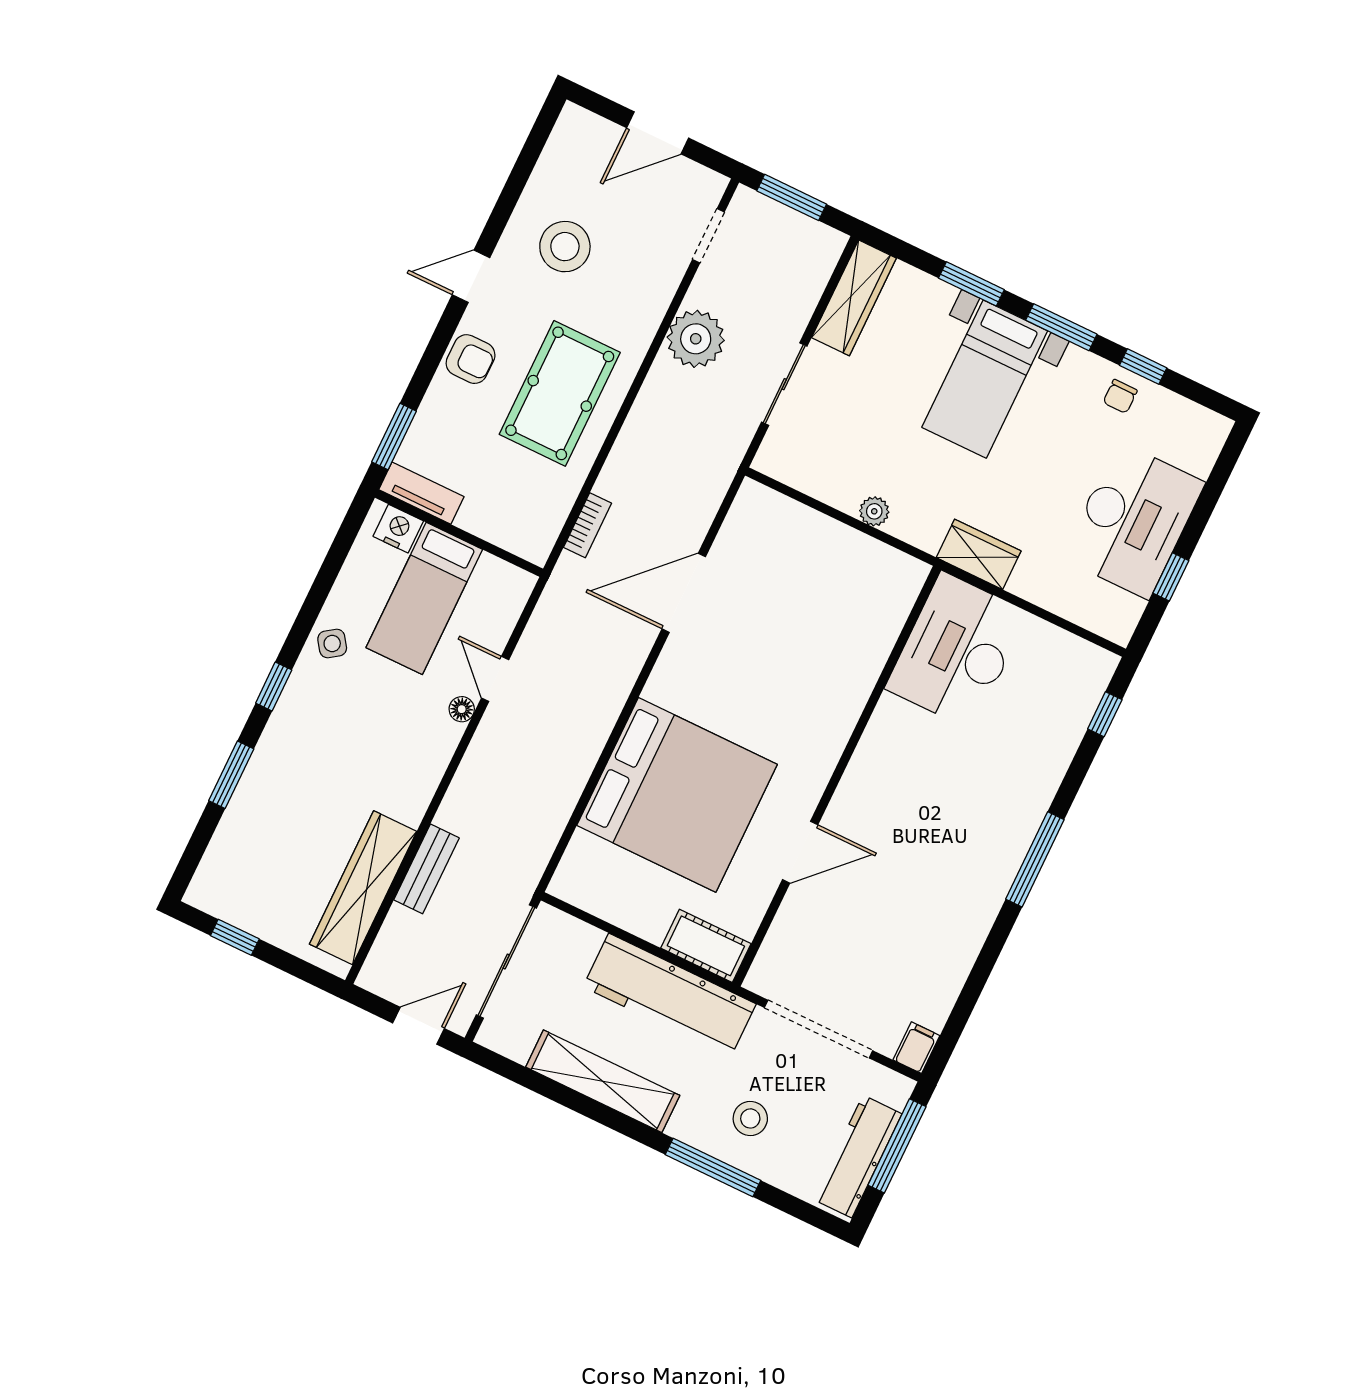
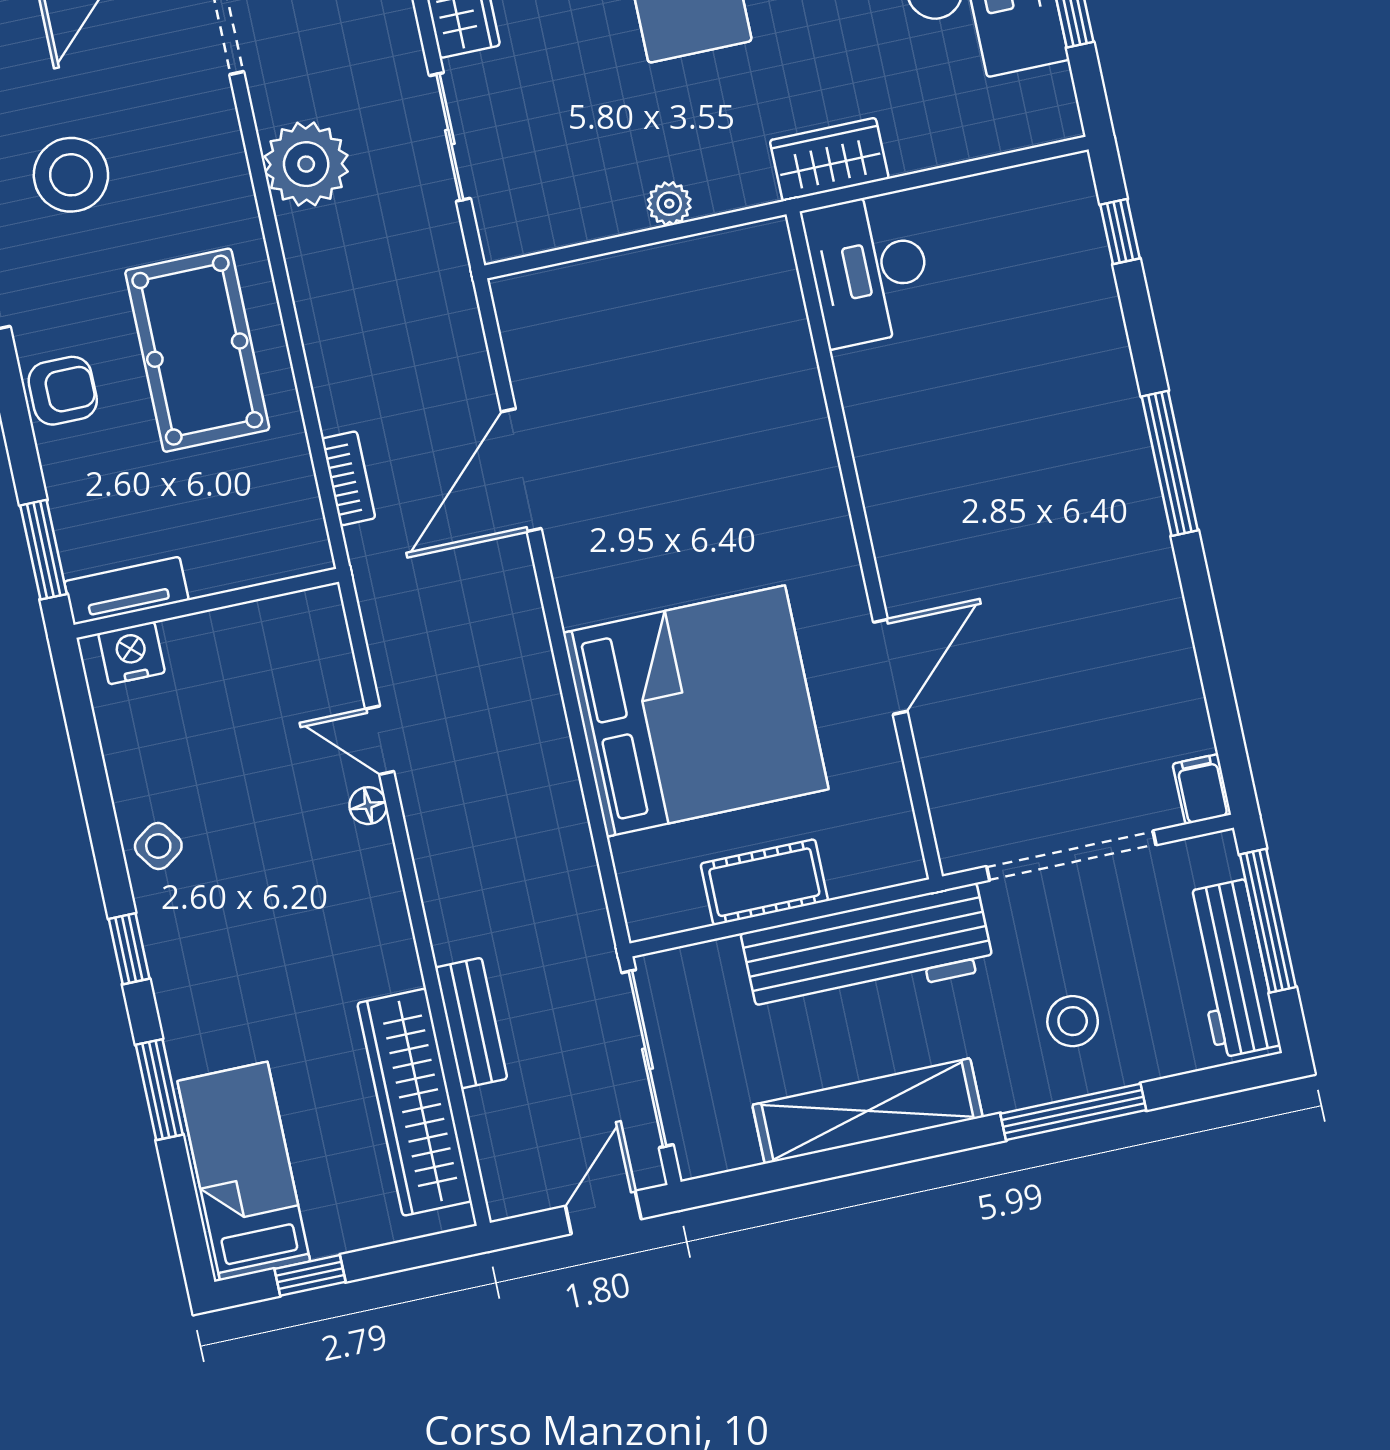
bed: (424, 598) -> (244, 1171), moved, turned 180
desk: (957, 651) -> (869, 269), width x0.73, depth x0.77
cot: (706, 946) -> (764, 882), moved

